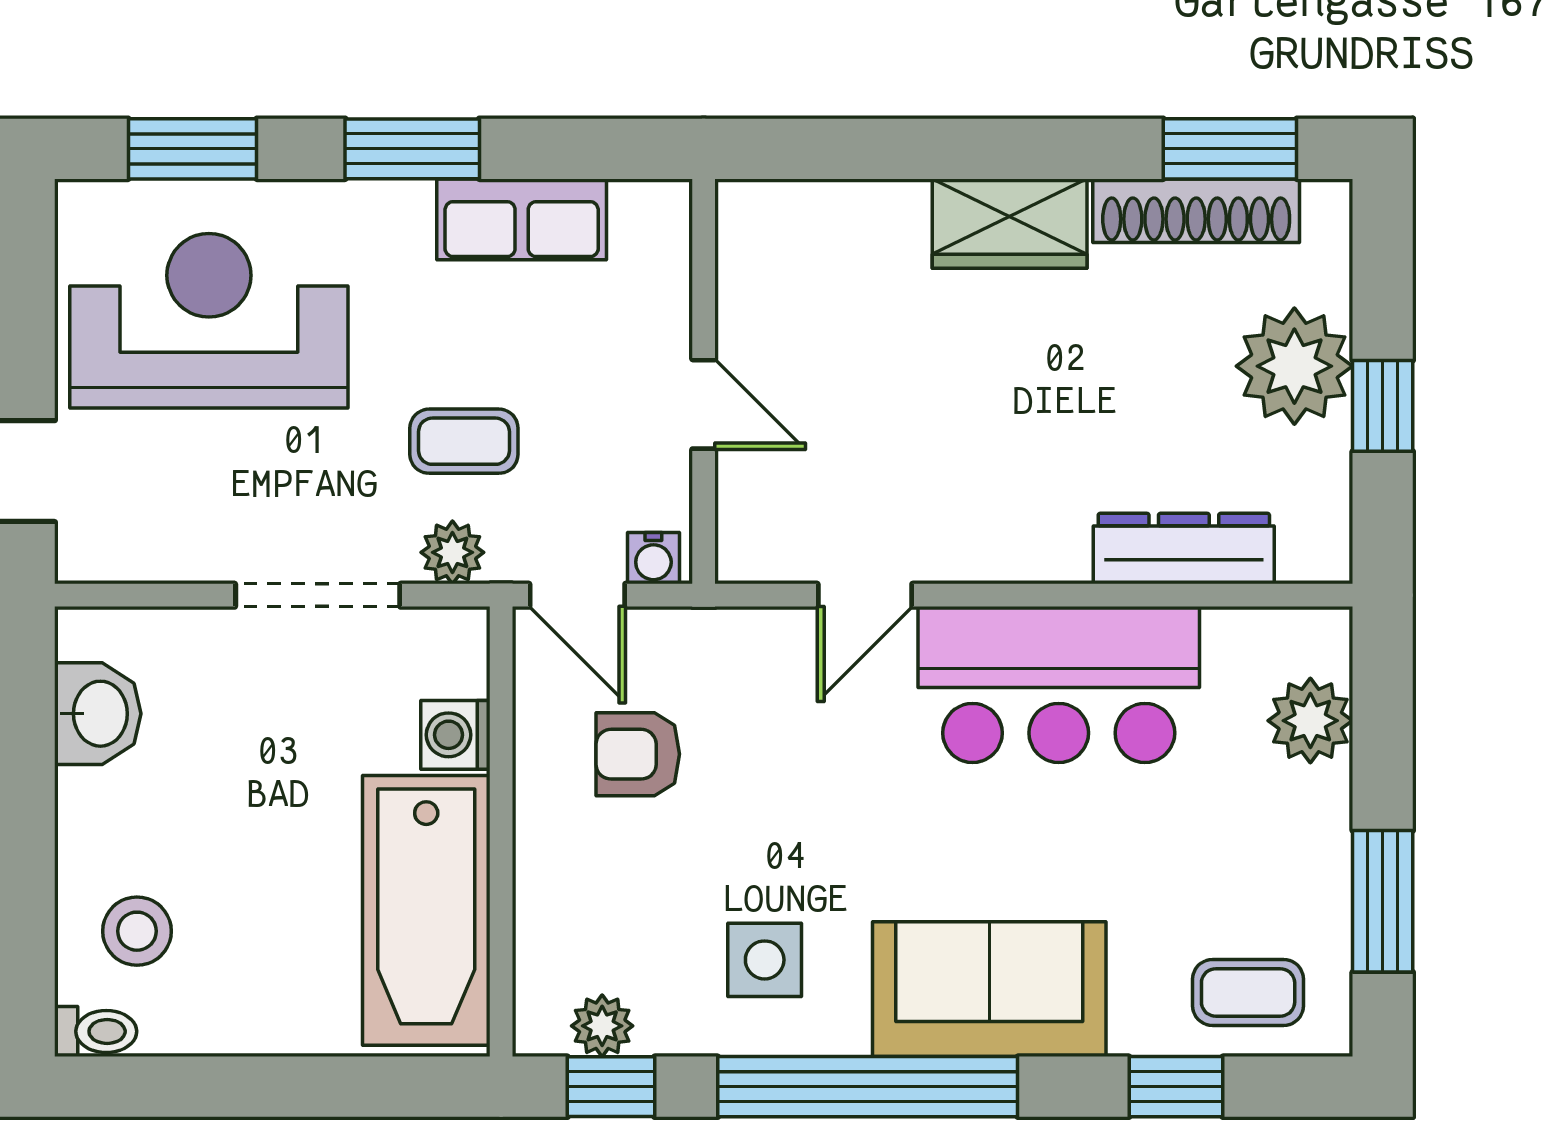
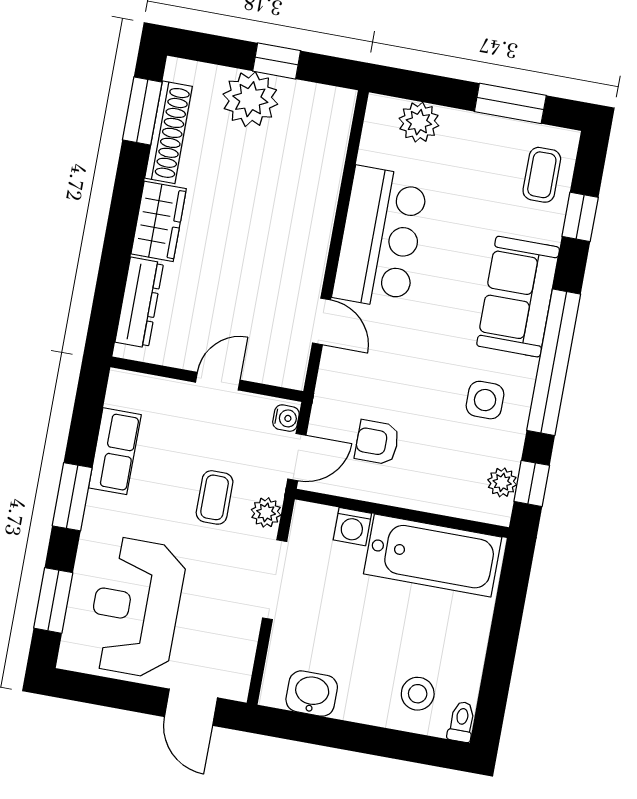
dresser: (1184, 549) -> (139, 302), moved, turned 180
armchair: (638, 754) -> (377, 442), turned 90

